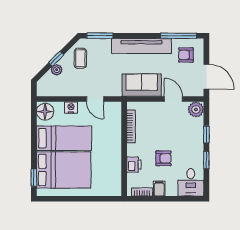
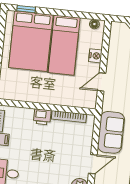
floor lamp: (45, 112) -> (94, 24), width x0.53, depth x0.53
armchair: (164, 158) -> (32, 147), removed
printer: (134, 165) -> (42, 117), moved

